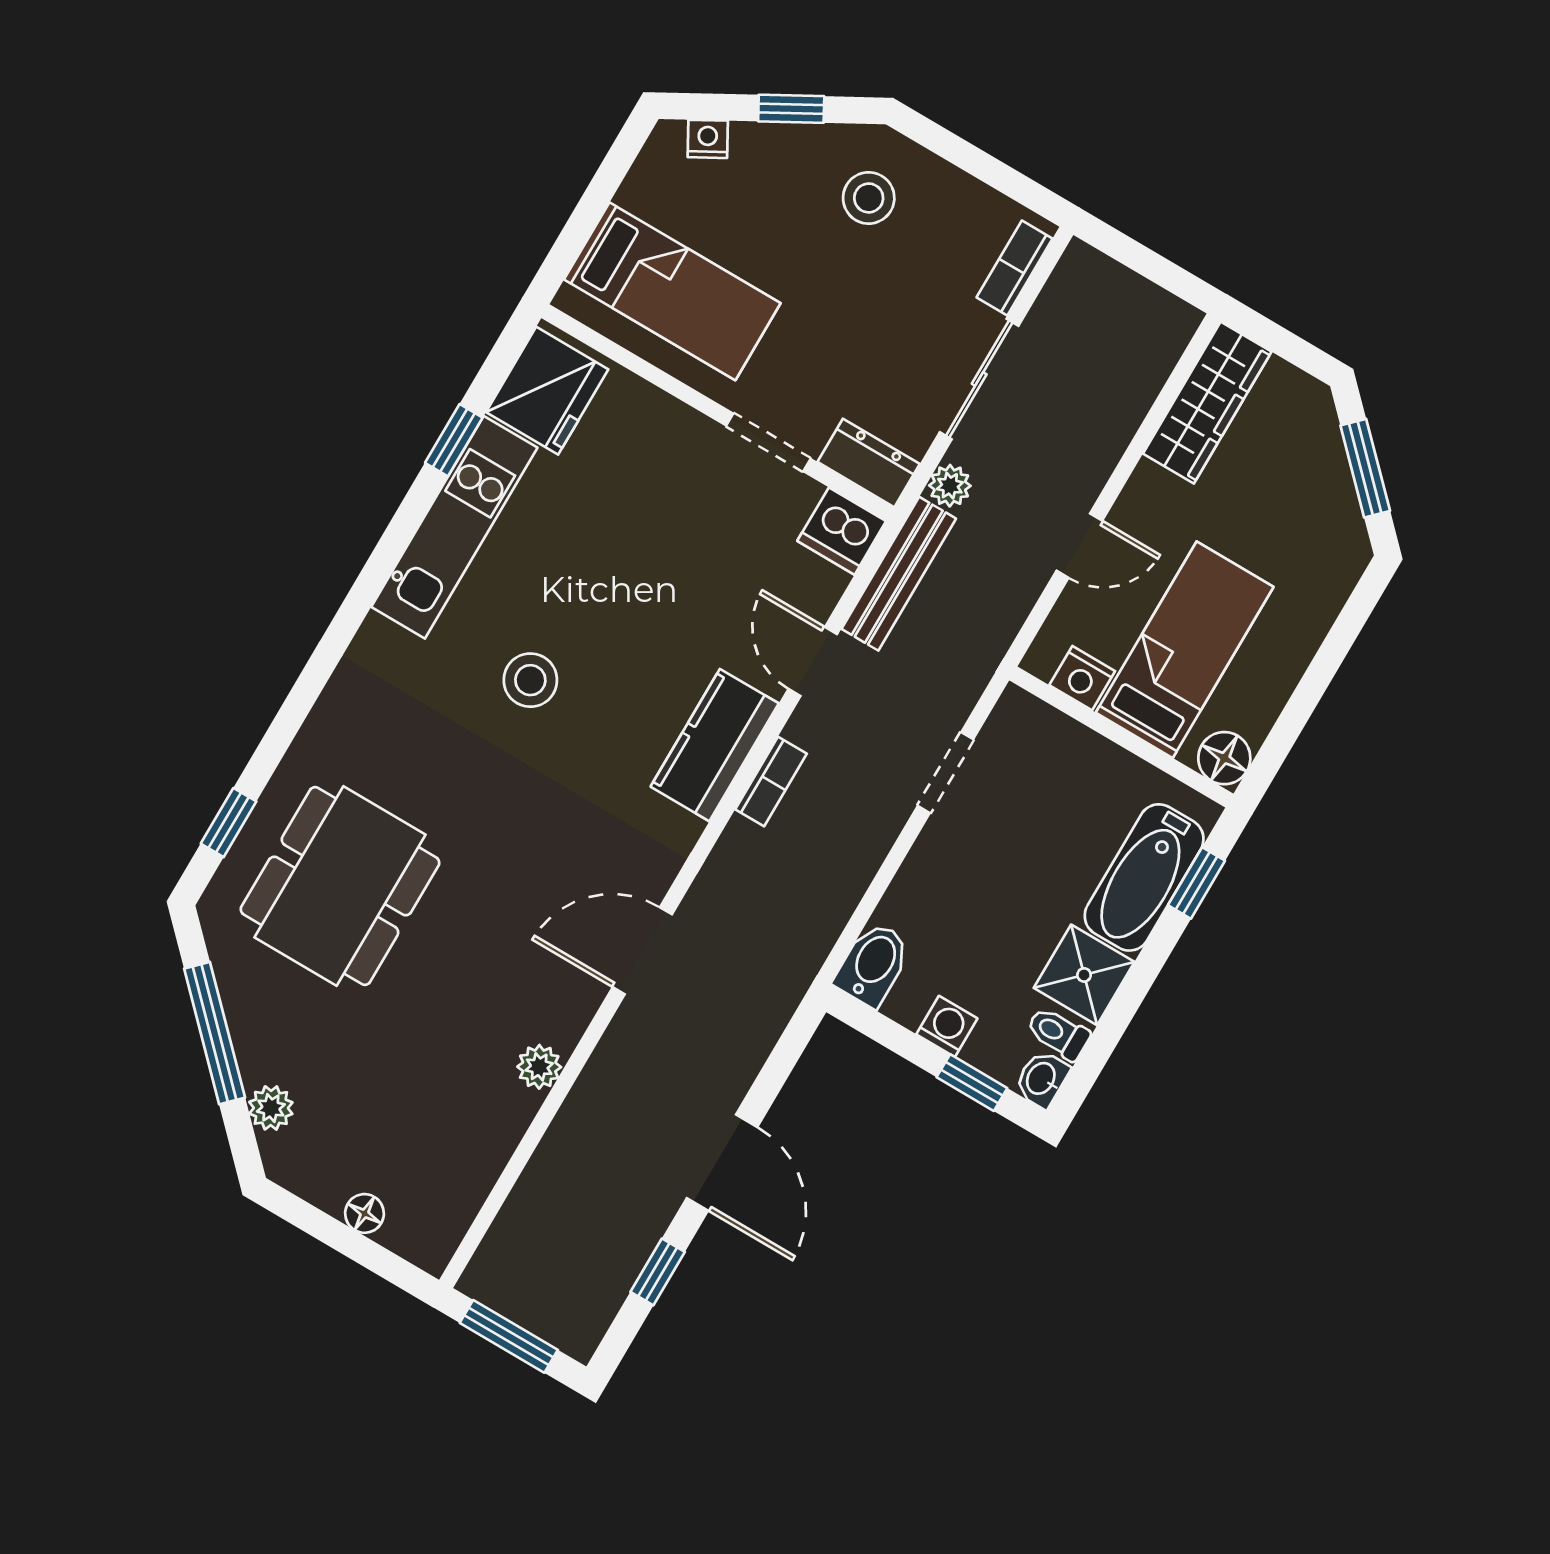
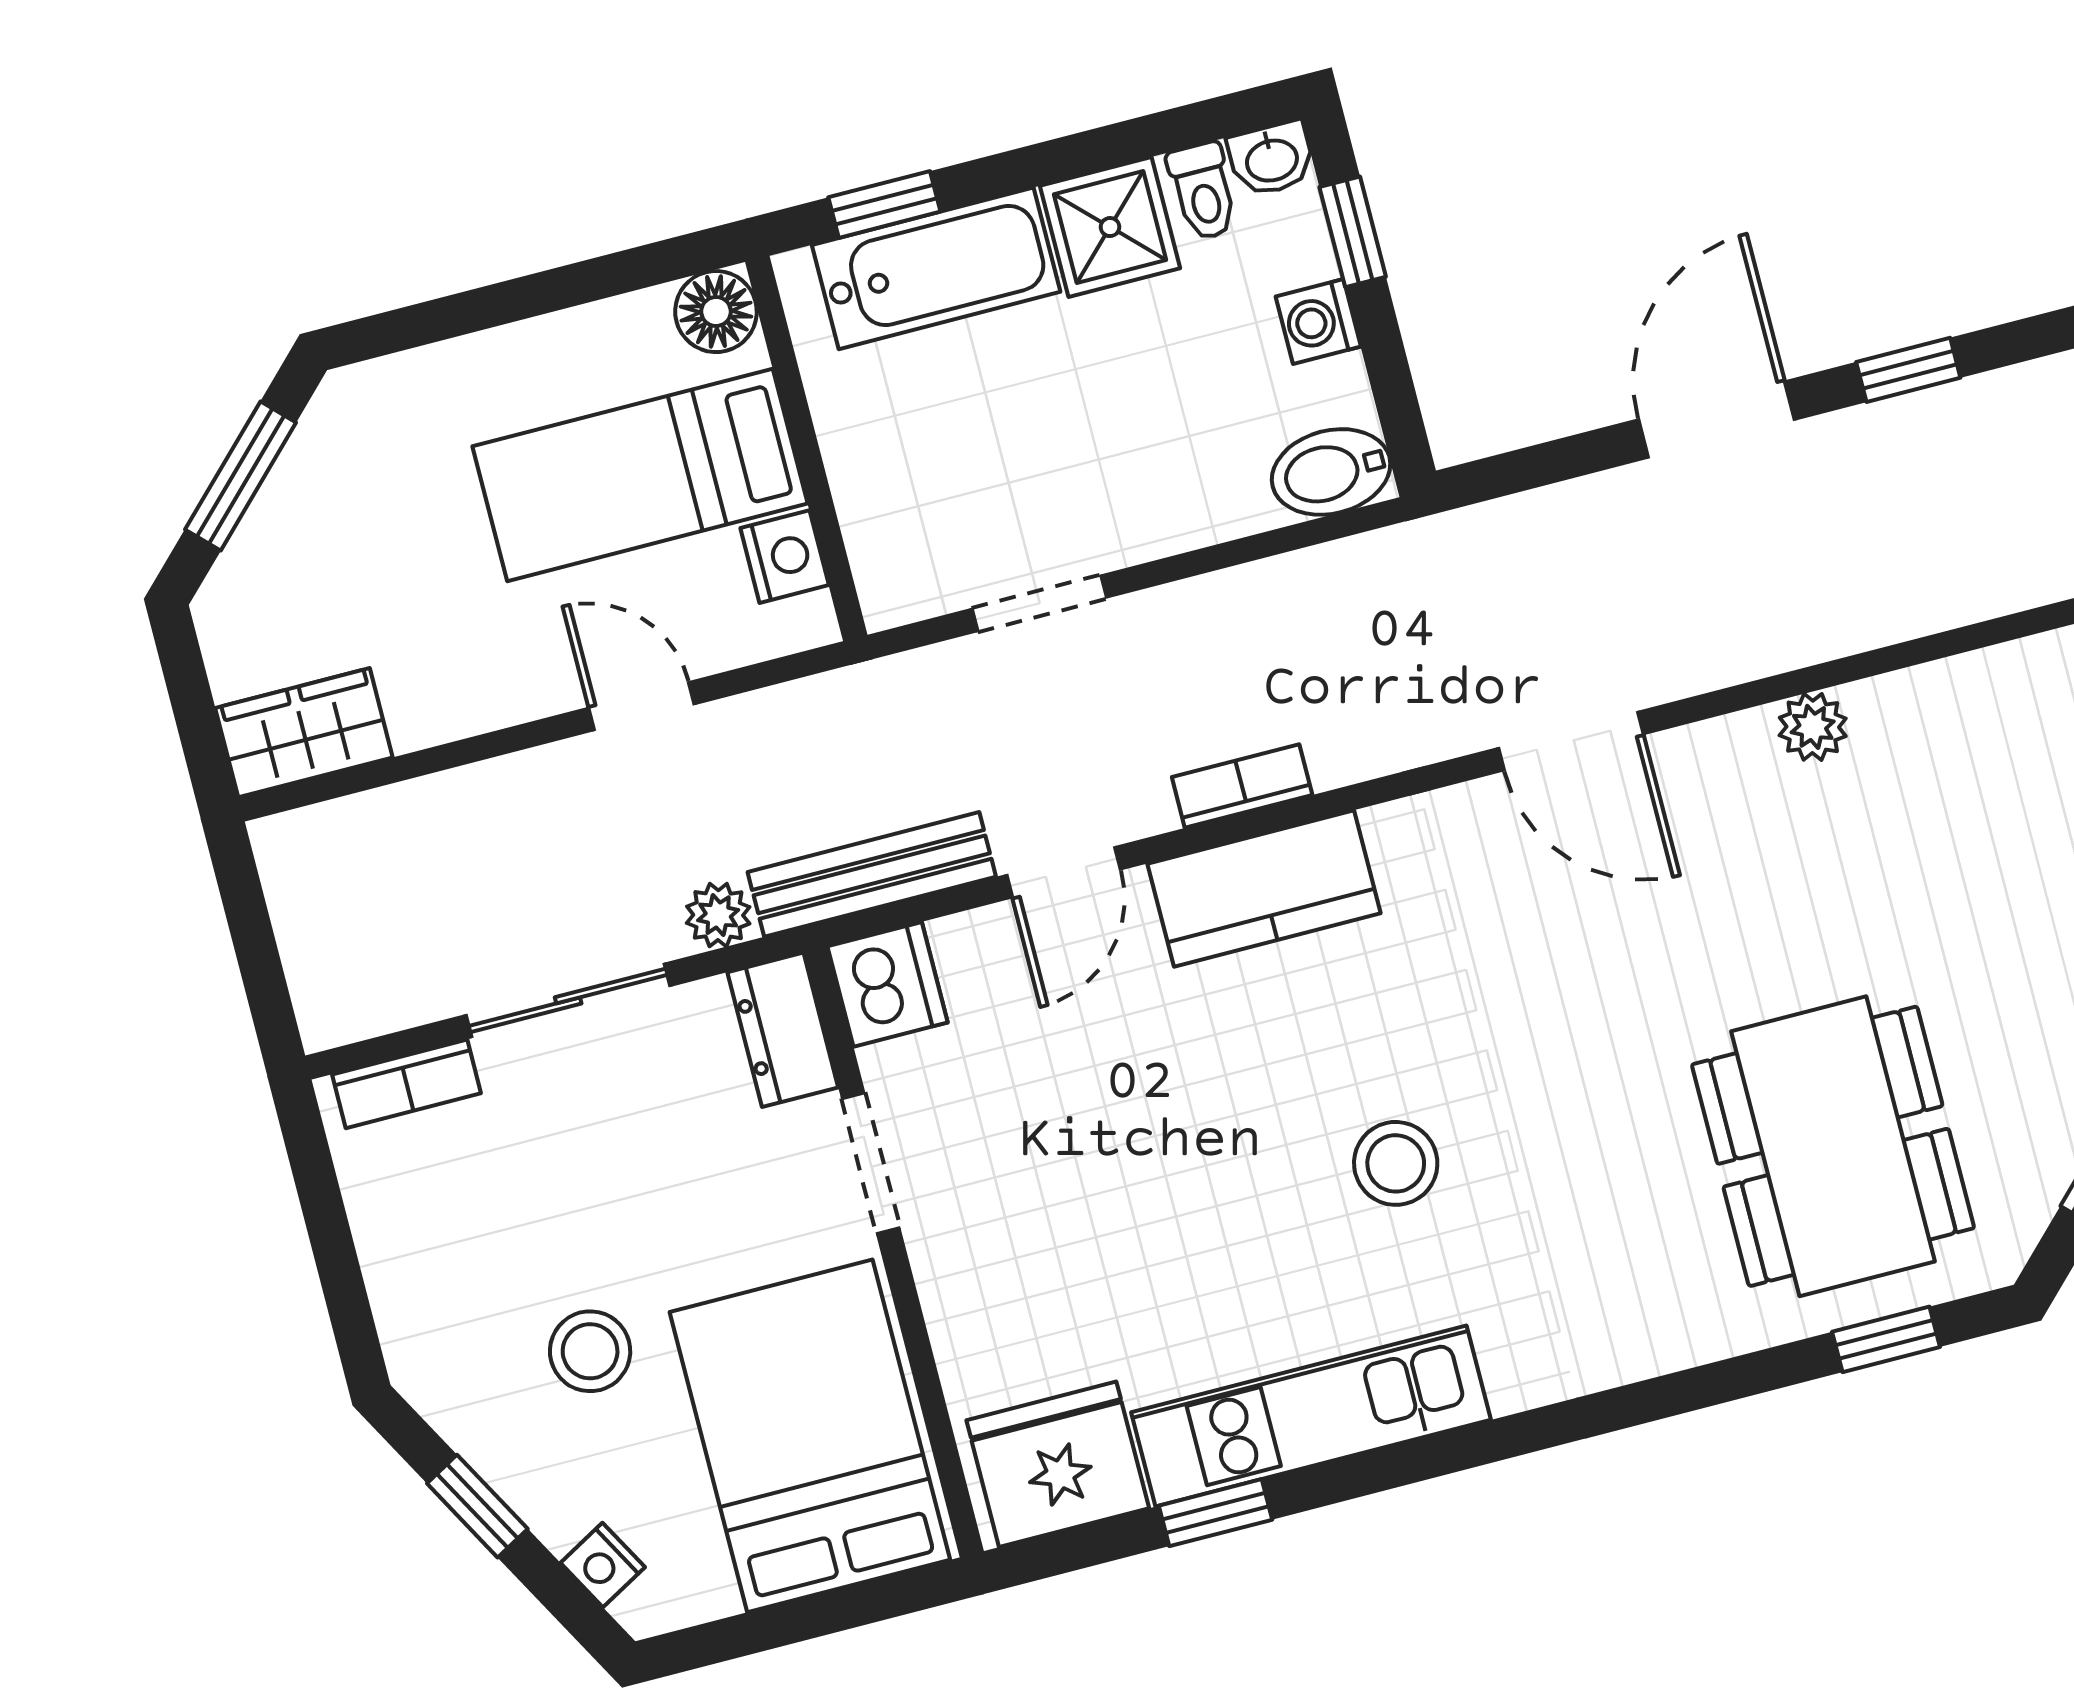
stool: (869, 198) -> (590, 1351), moved
bed: (672, 291) -> (810, 1436), width x1.50
wardrobe: (1207, 403) -> (304, 733), width x0.67
dining table: (340, 886) -> (1833, 1146), turned 90

